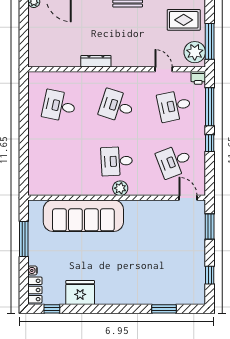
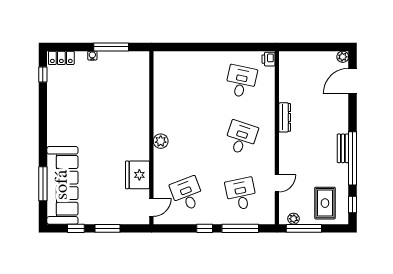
plant: (195, 52) -> (293, 219), width x0.53, depth x0.53
printer: (198, 78) -> (268, 59), moved
desk: (117, 161) -> (187, 138), removed
sofa: (83, 216) -> (62, 185), moved, turned 180
window: (210, 227) -> (108, 228), moved
water cooler: (33, 270) -> (92, 56), moved
fridge: (80, 293) -> (137, 175), moved, turned 180
window: (164, 309) -> (43, 184), width x1.44

